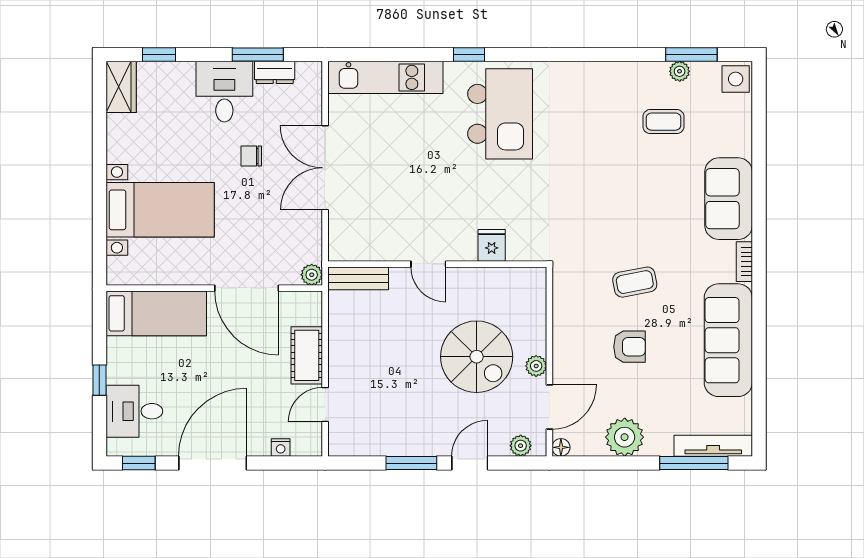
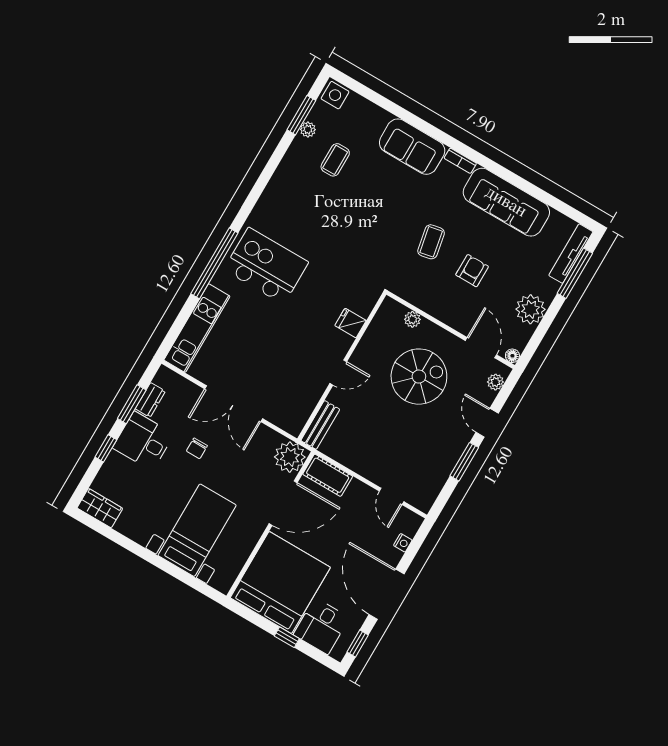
window: (159, 55) -> (106, 448), moved
window: (469, 55) -> (214, 263), width x3.17
plant: (312, 275) -> (290, 457), width x1.87, depth x1.87
bed: (156, 313) -> (280, 582), width x2.04
cot: (307, 355) -> (328, 475), moved
plant: (536, 366) -> (412, 319), moved

